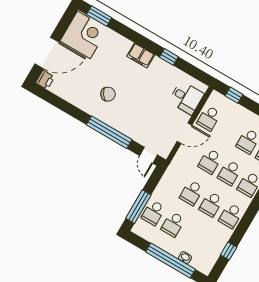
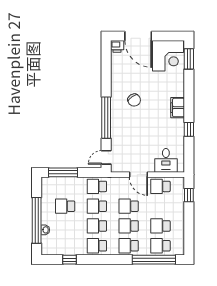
school desk: (153, 213) -> (97, 186), moved

